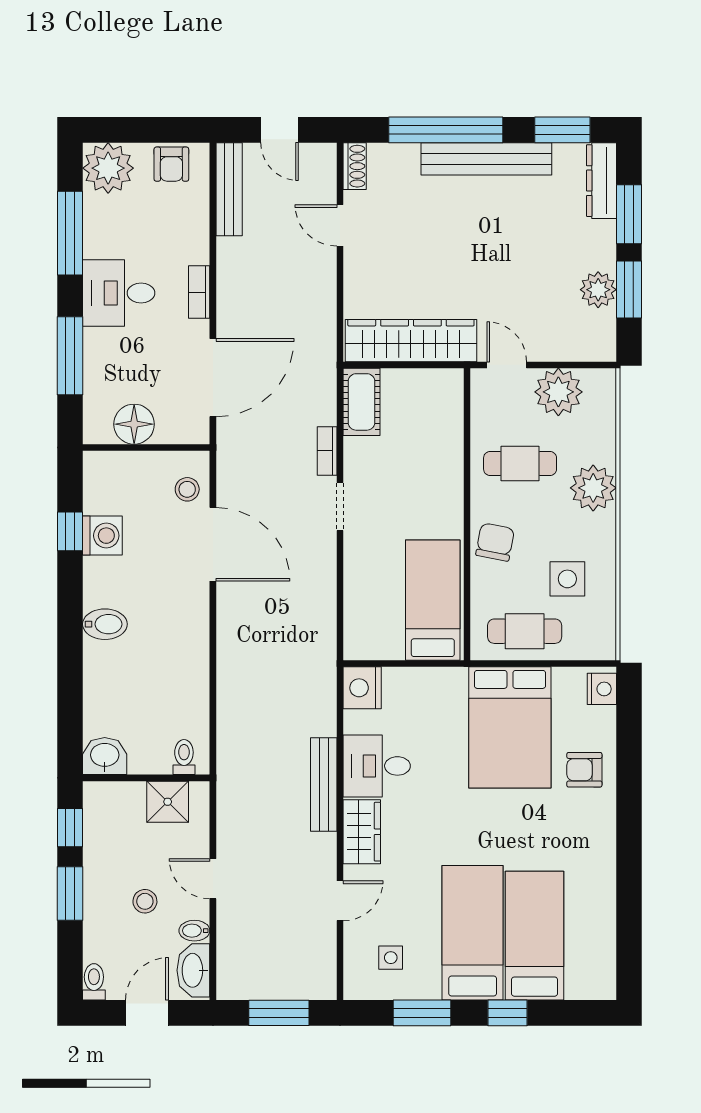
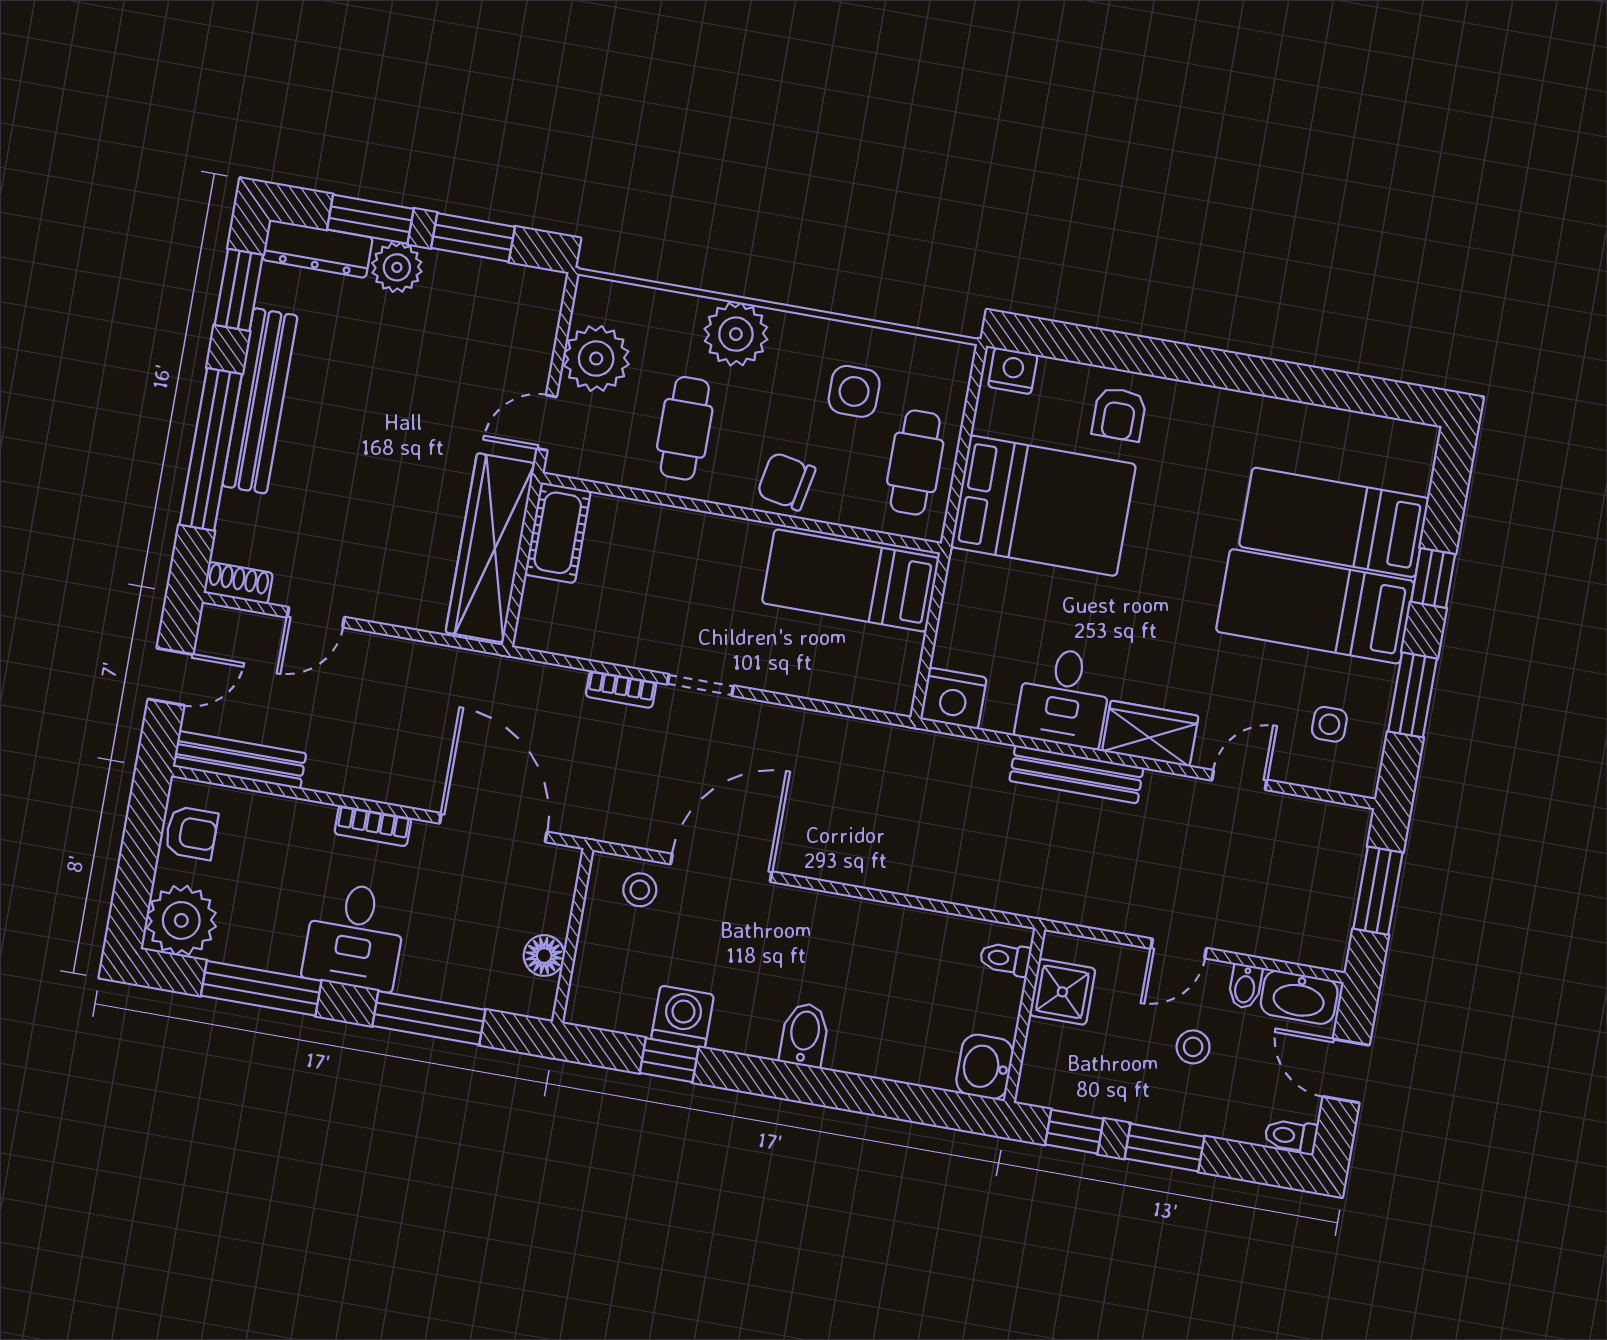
plant: (598, 290) -> (397, 267), moved
cot: (362, 402) -> (558, 533), moved, turned 90
floor lamp: (134, 424) -> (544, 956), width x0.73, depth x0.73
door: (340, 901) -> (1239, 780), hinge flipped

